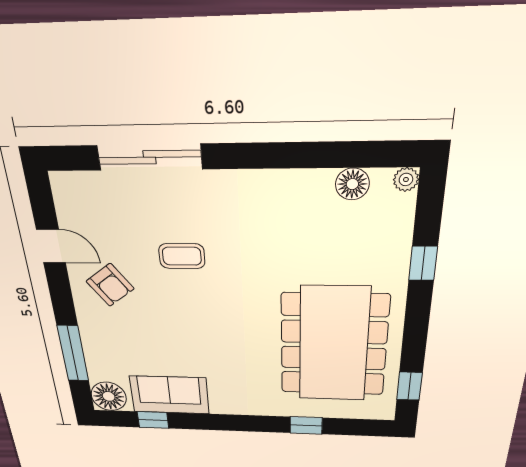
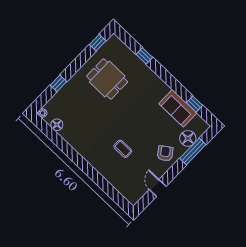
sliding door: (150, 157) -> (102, 183), removed
armchair: (110, 285) -> (165, 153), moved
dining table: (334, 345) -> (107, 79), width x0.53, depth x0.80
floor lamp: (109, 396) -> (188, 138), moved

